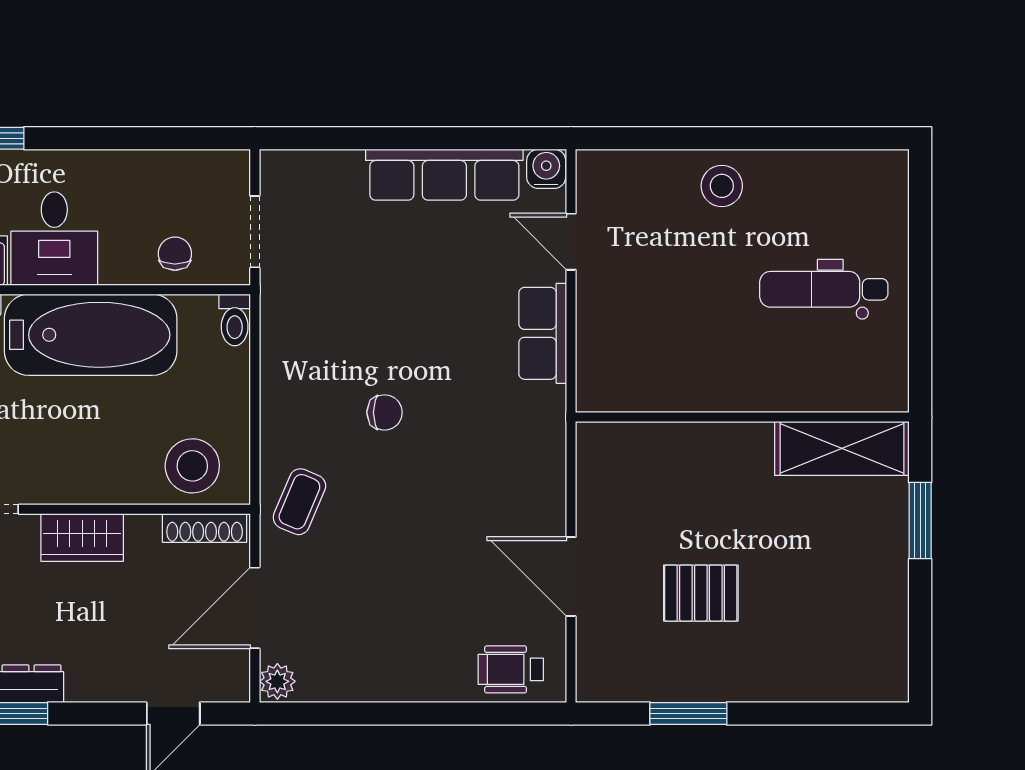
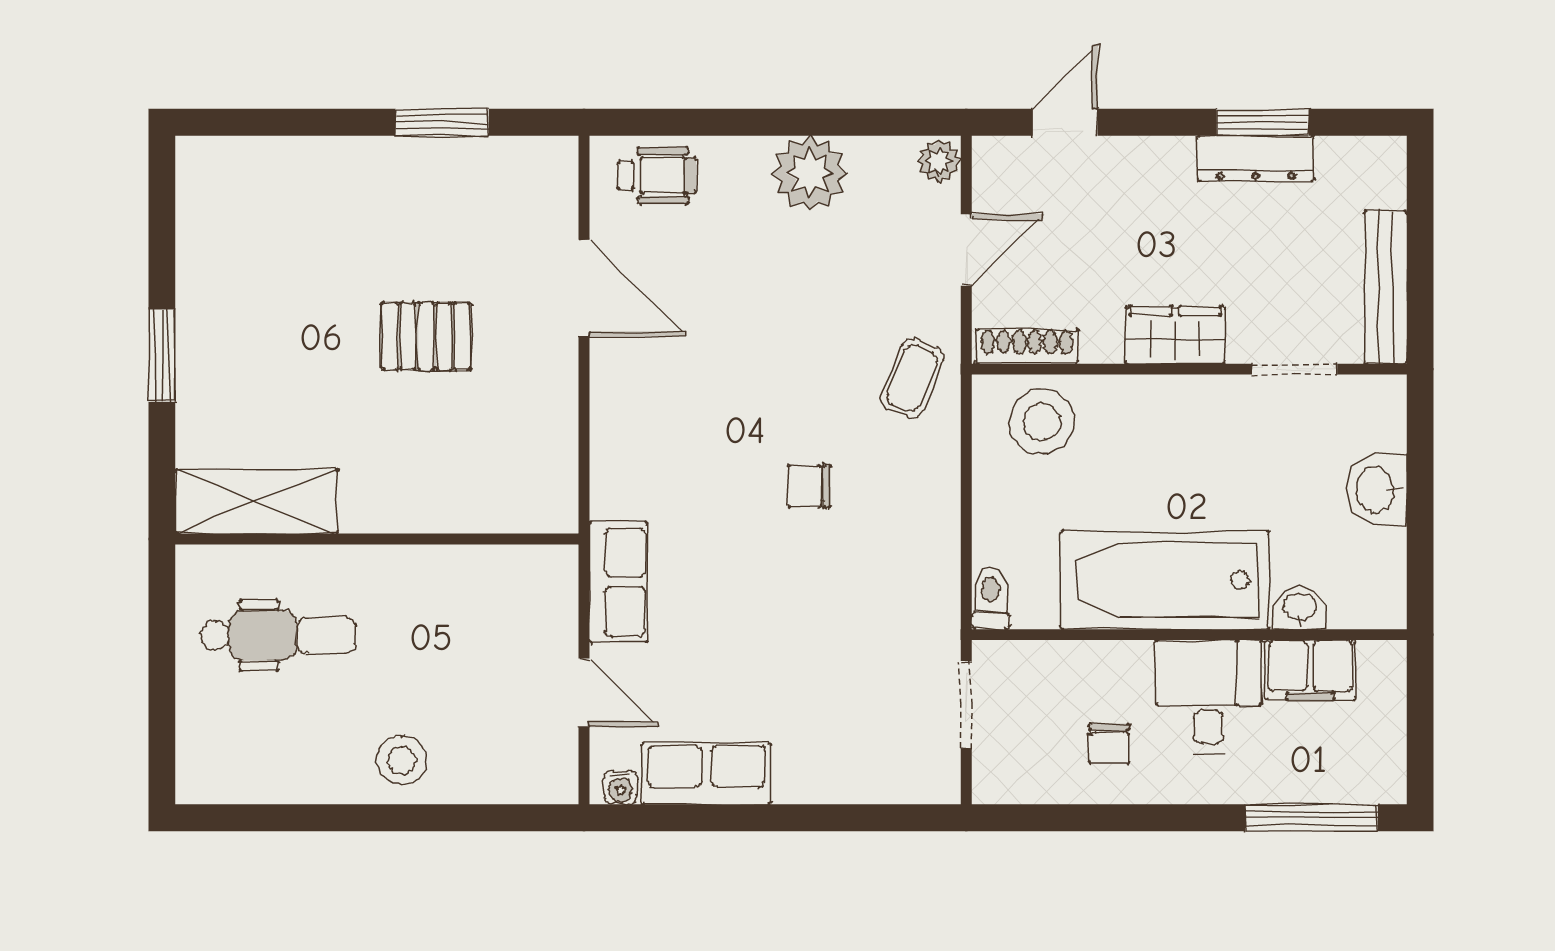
water cooler: (546, 169) -> (621, 787), width x0.72, depth x0.72
row of seats: (444, 175) -> (706, 774), width x0.68
chair: (175, 254) -> (1109, 744), moved
wall: (742, 417) -> (377, 539), moved
shelving: (842, 448) -> (256, 501), moved
pallet: (701, 593) -> (426, 336), moved
door: (255, 608) -> (966, 250), width x0.73
plant: (384, 671) -> (810, 173), added

